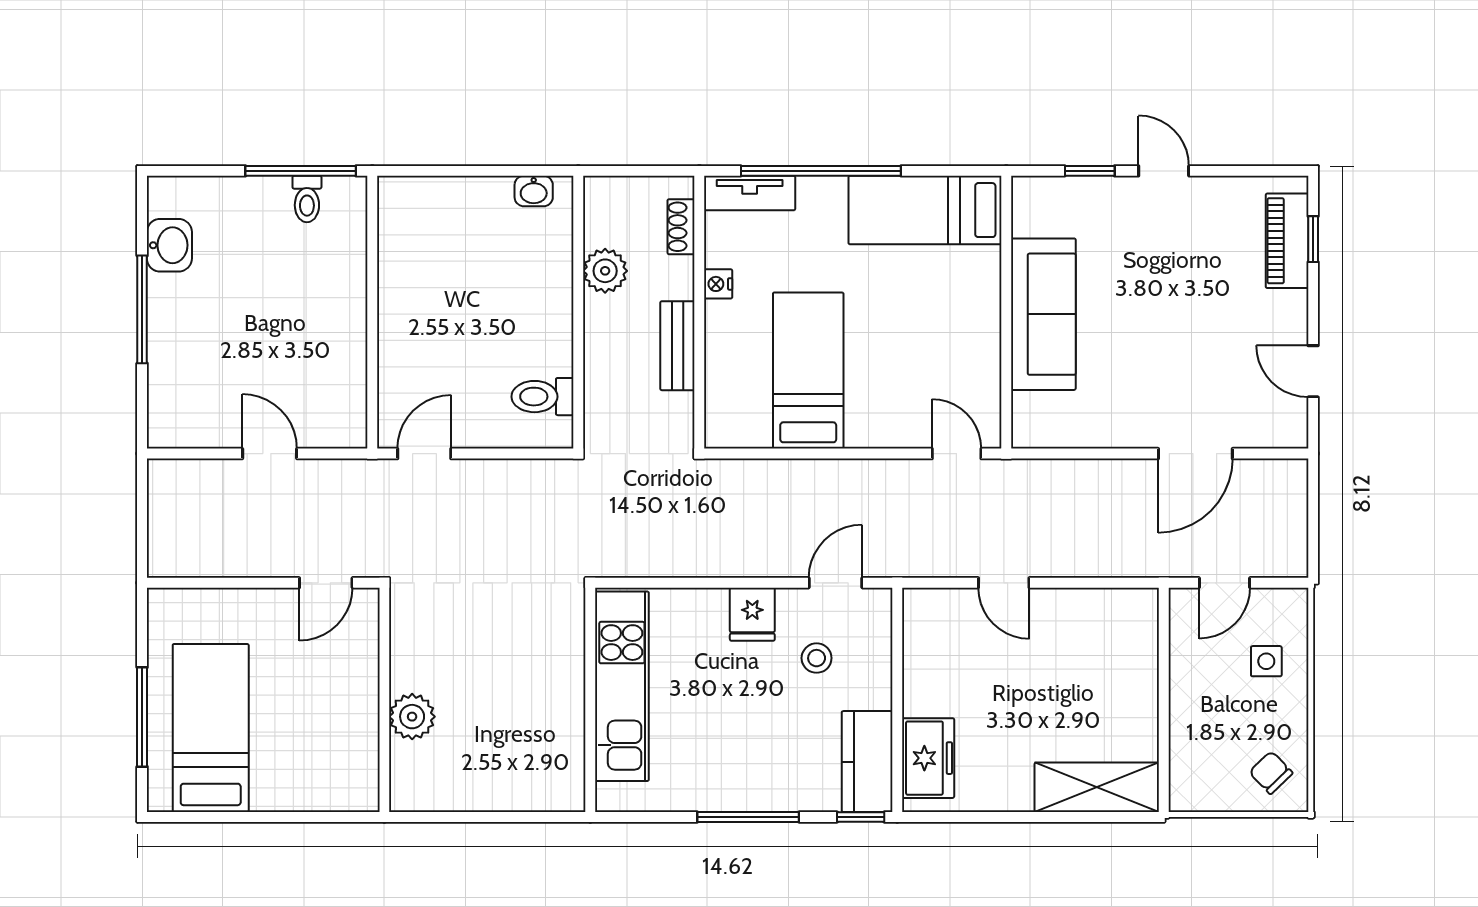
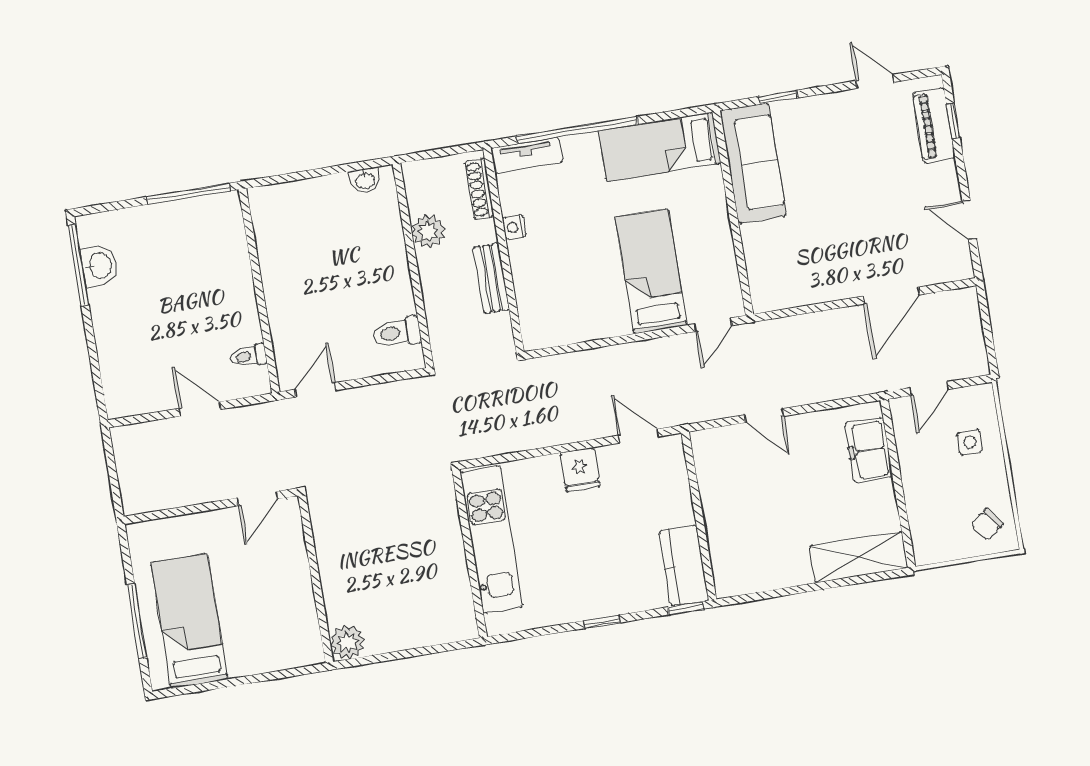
door: (1164, 171) -> (875, 81), moved
toilet: (307, 199) -> (248, 356), moved, turned 90
shoe rack: (681, 227) -> (479, 189), width x1.43
window: (142, 309) -> (78, 265), moved
sofa: (1043, 314) -> (753, 163), moved
bed: (808, 370) -> (651, 271), moved
door: (957, 454) -> (713, 325), swing flipped
door: (836, 583) -> (638, 436), hinge flipped
stool: (817, 658) -> (633, 495), removed
plant: (412, 717) -> (347, 642), moved
freezer: (928, 758) -> (869, 450), moved, turned 180
chair: (1271, 773) -> (987, 525), turned -83
window: (748, 817) -> (602, 622), width x0.46

